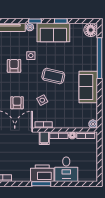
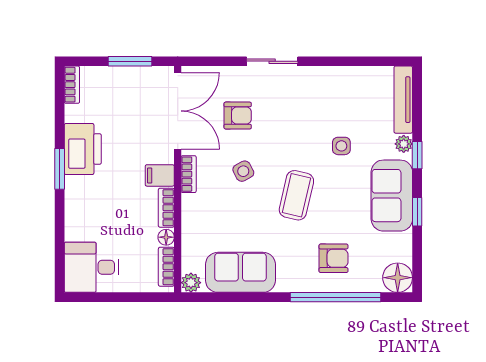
armchair: (14, 66) -> (334, 258), moved
sofa: (88, 87) -> (240, 272), moved
desk: (66, 169) -> (92, 267), moved
printer: (42, 173) -> (83, 149), moved

